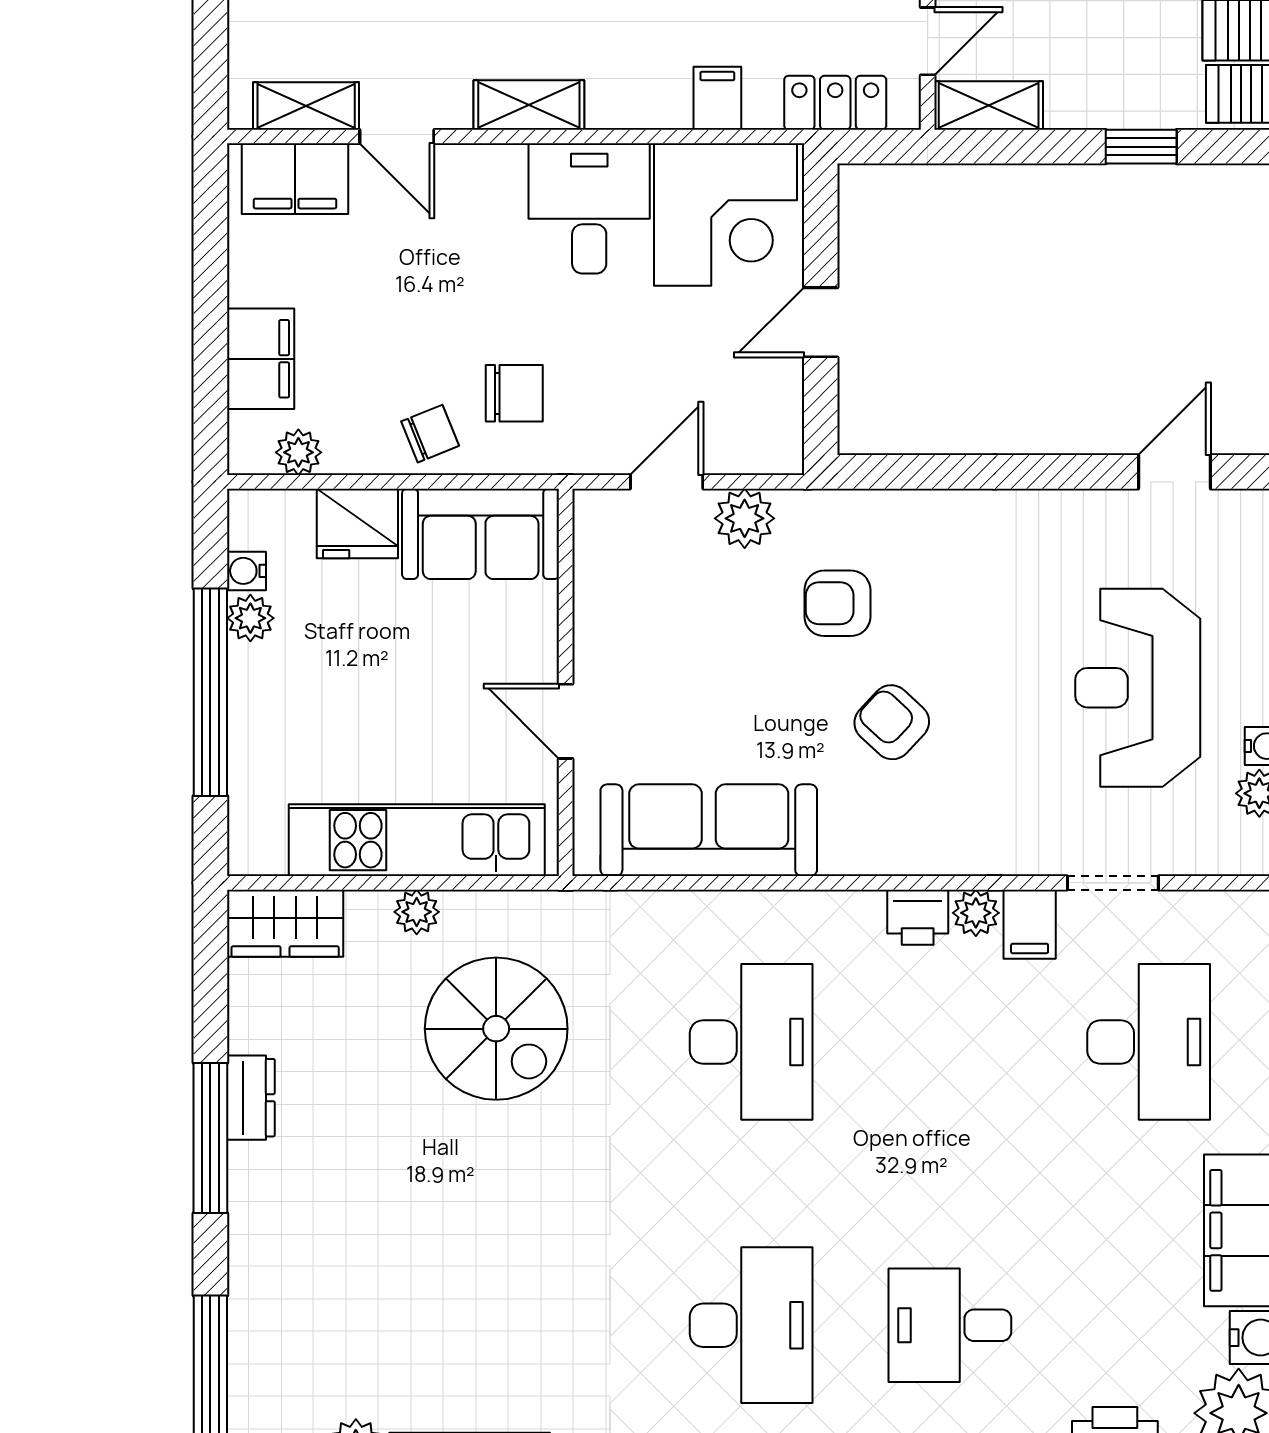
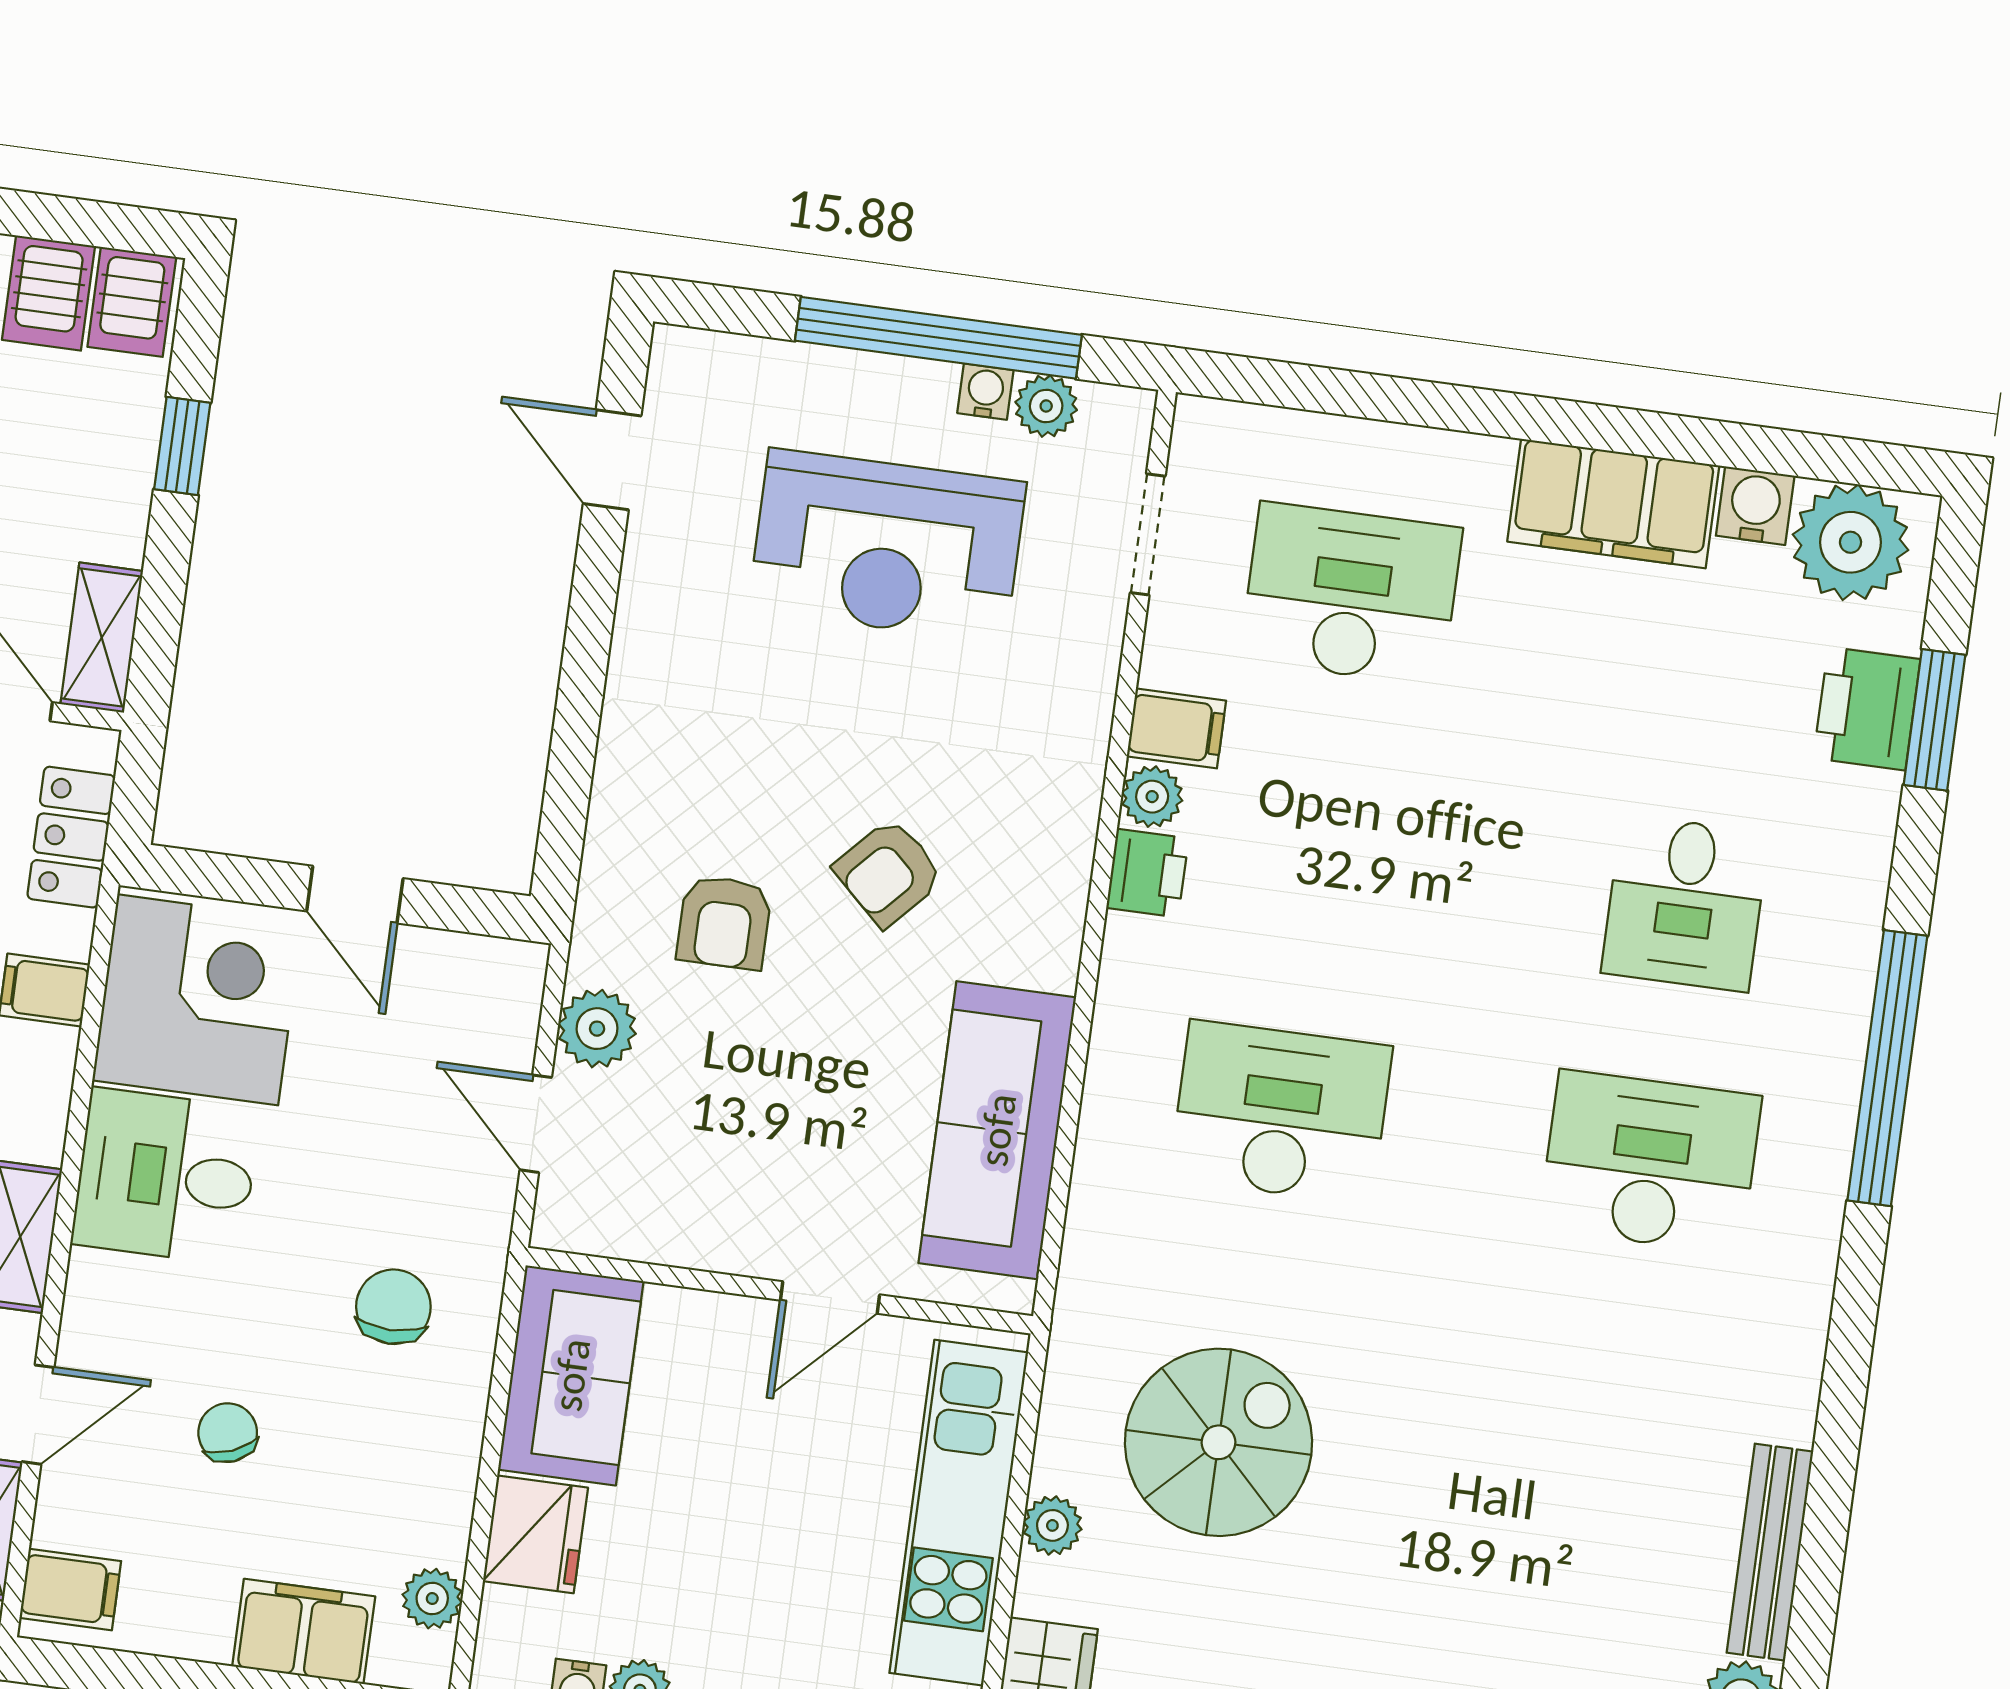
filing cabinet: (295, 179) -> (70, 1589), width x0.50
chair: (430, 434) -> (228, 1433), moved
doorway: (1113, 883) -> (1148, 534), moved

